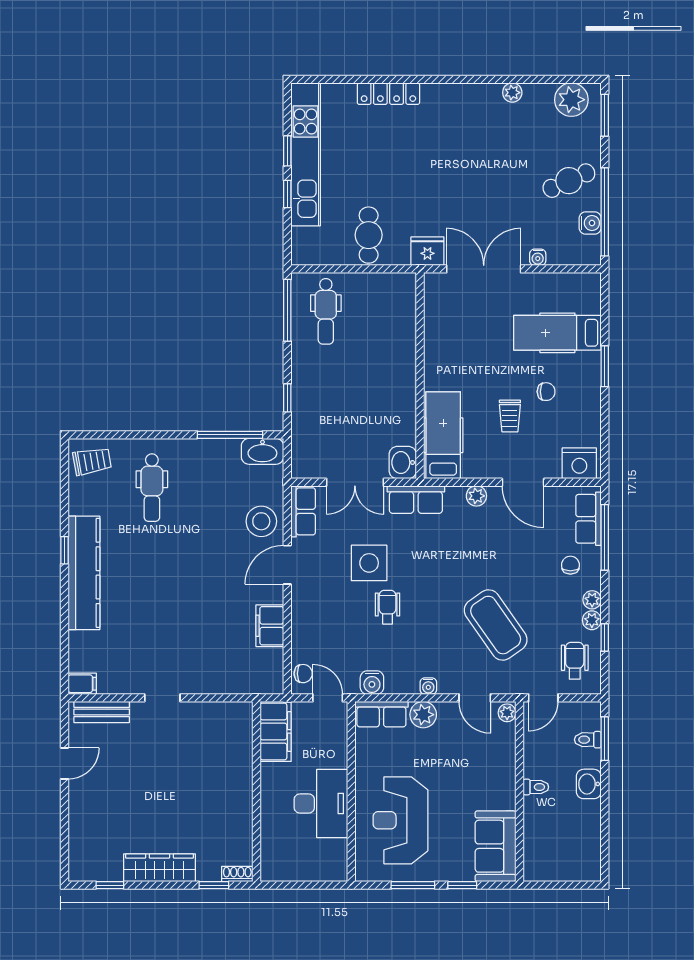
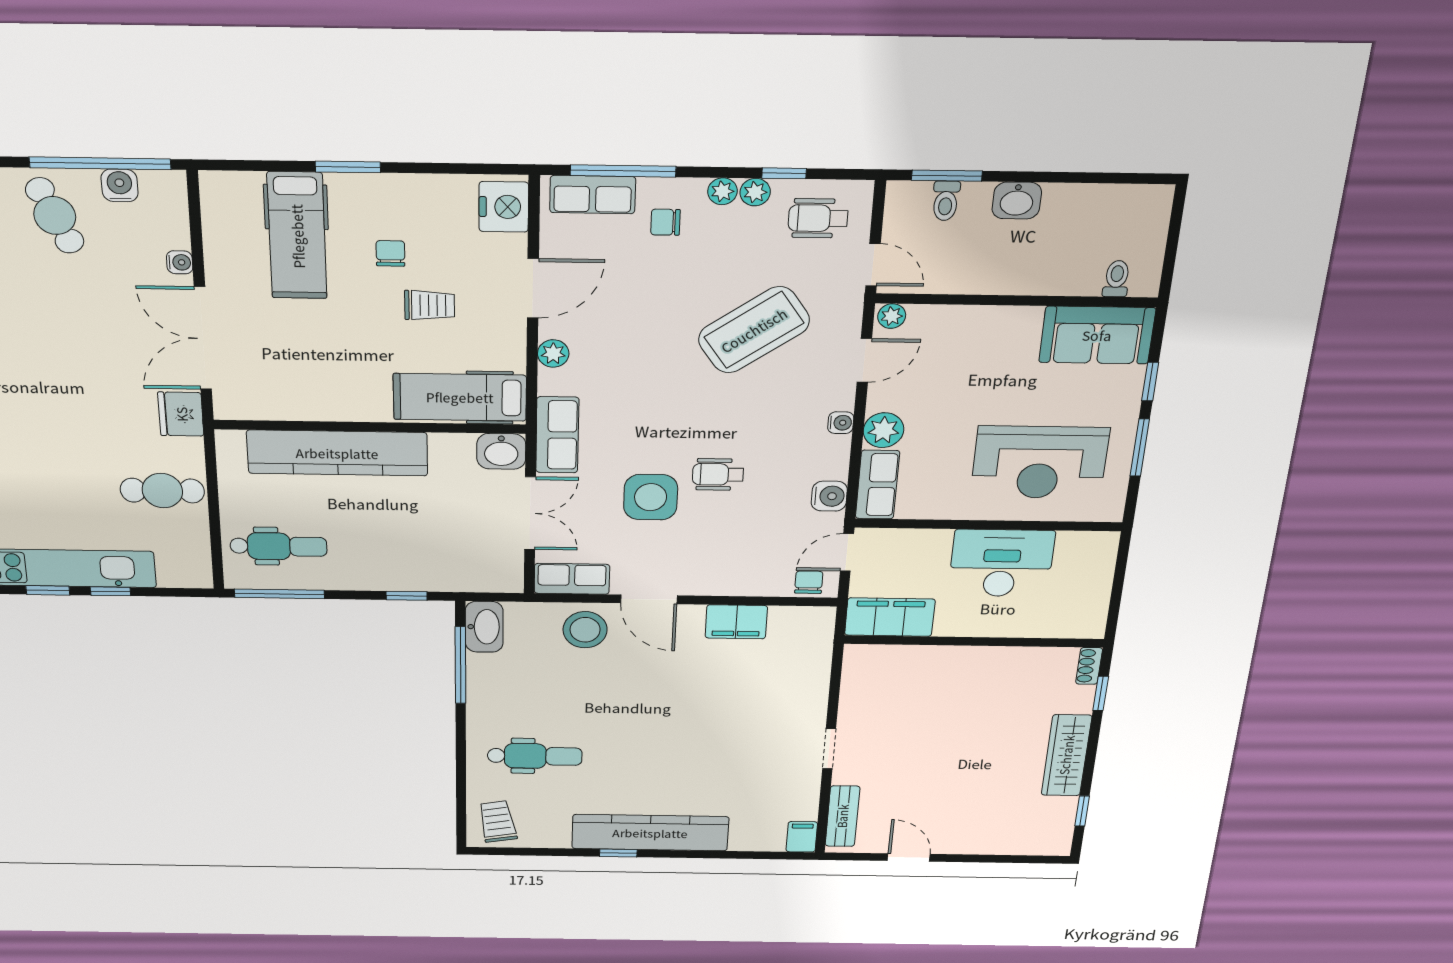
kitchen counter: (400, 354) -> (337, 453), added
toilet: (536, 787) -> (1117, 279), moved

